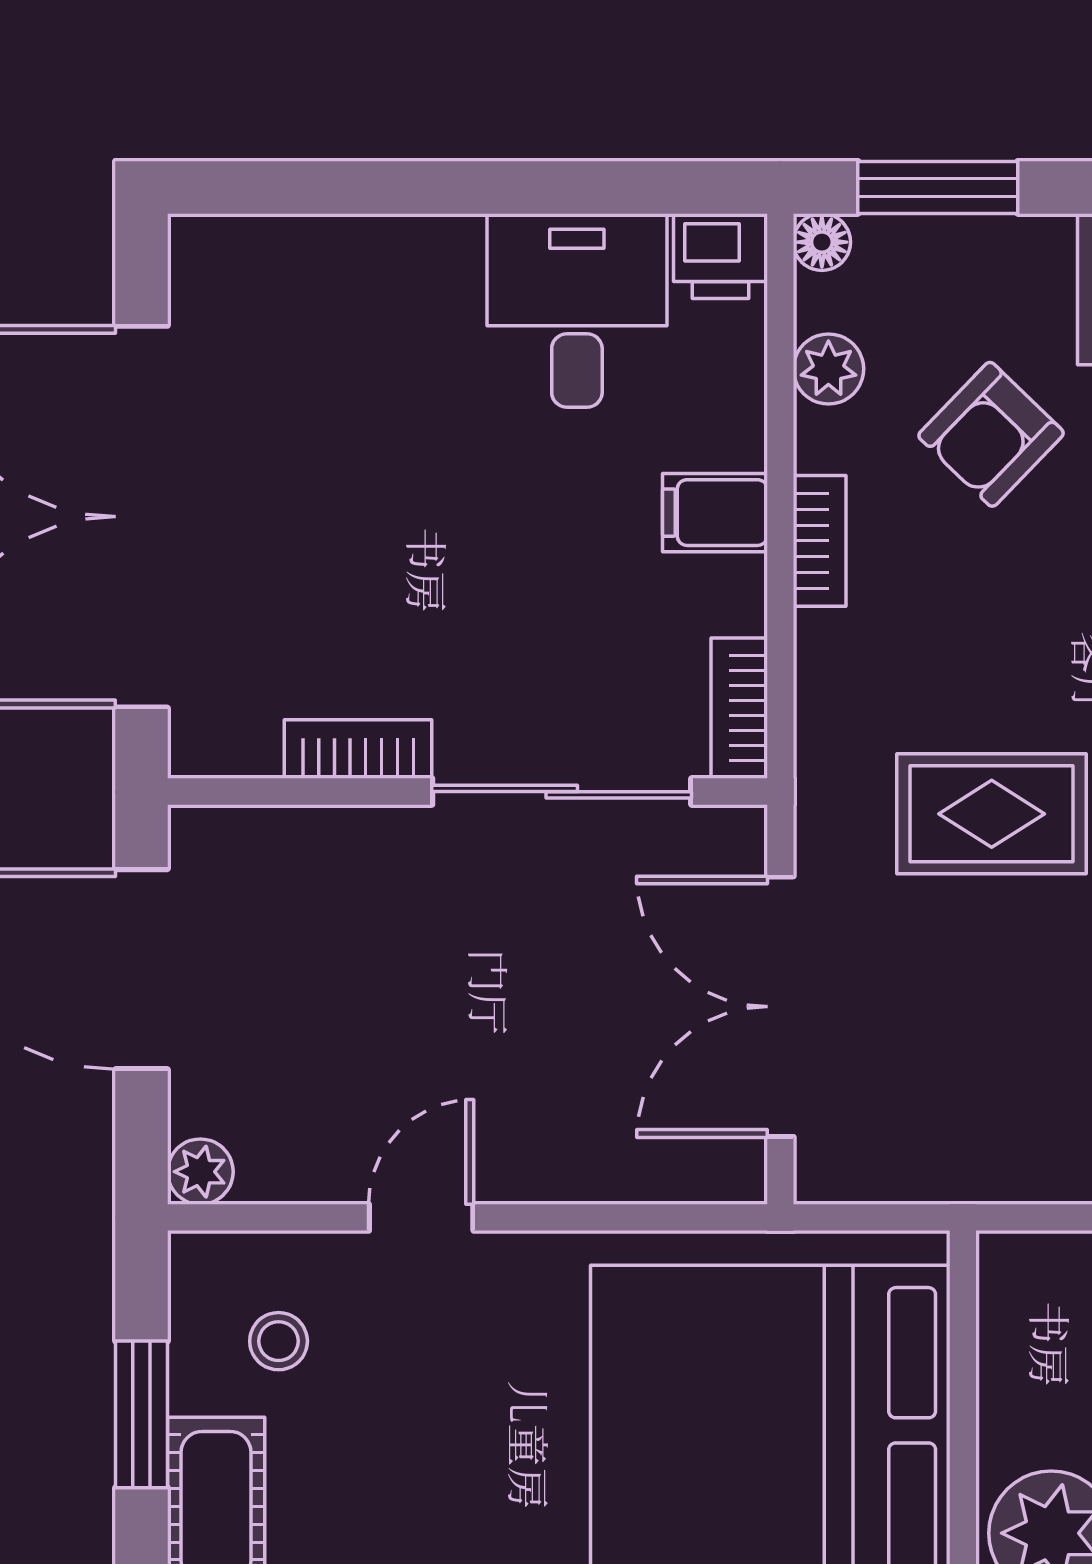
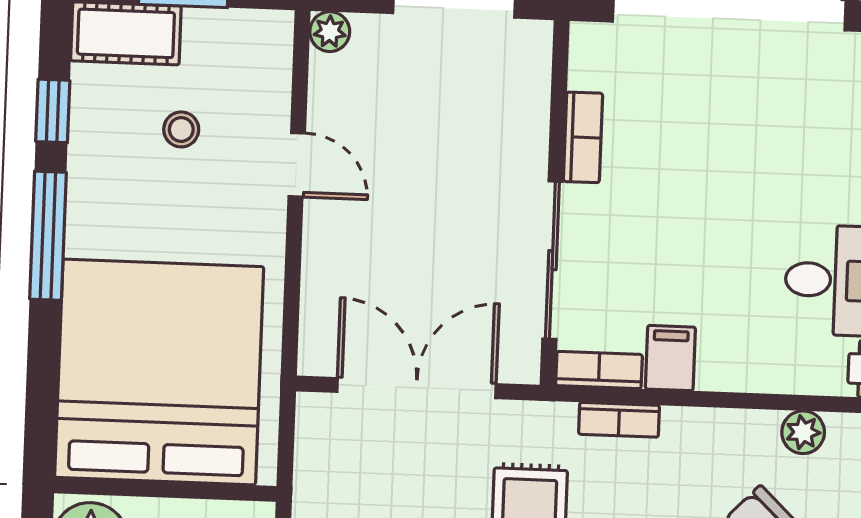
filing cabinet: (715, 513) -> (670, 358), moved
bookcase: (820, 541) -> (619, 420), moved
stool: (279, 1341) -> (181, 129), moved

